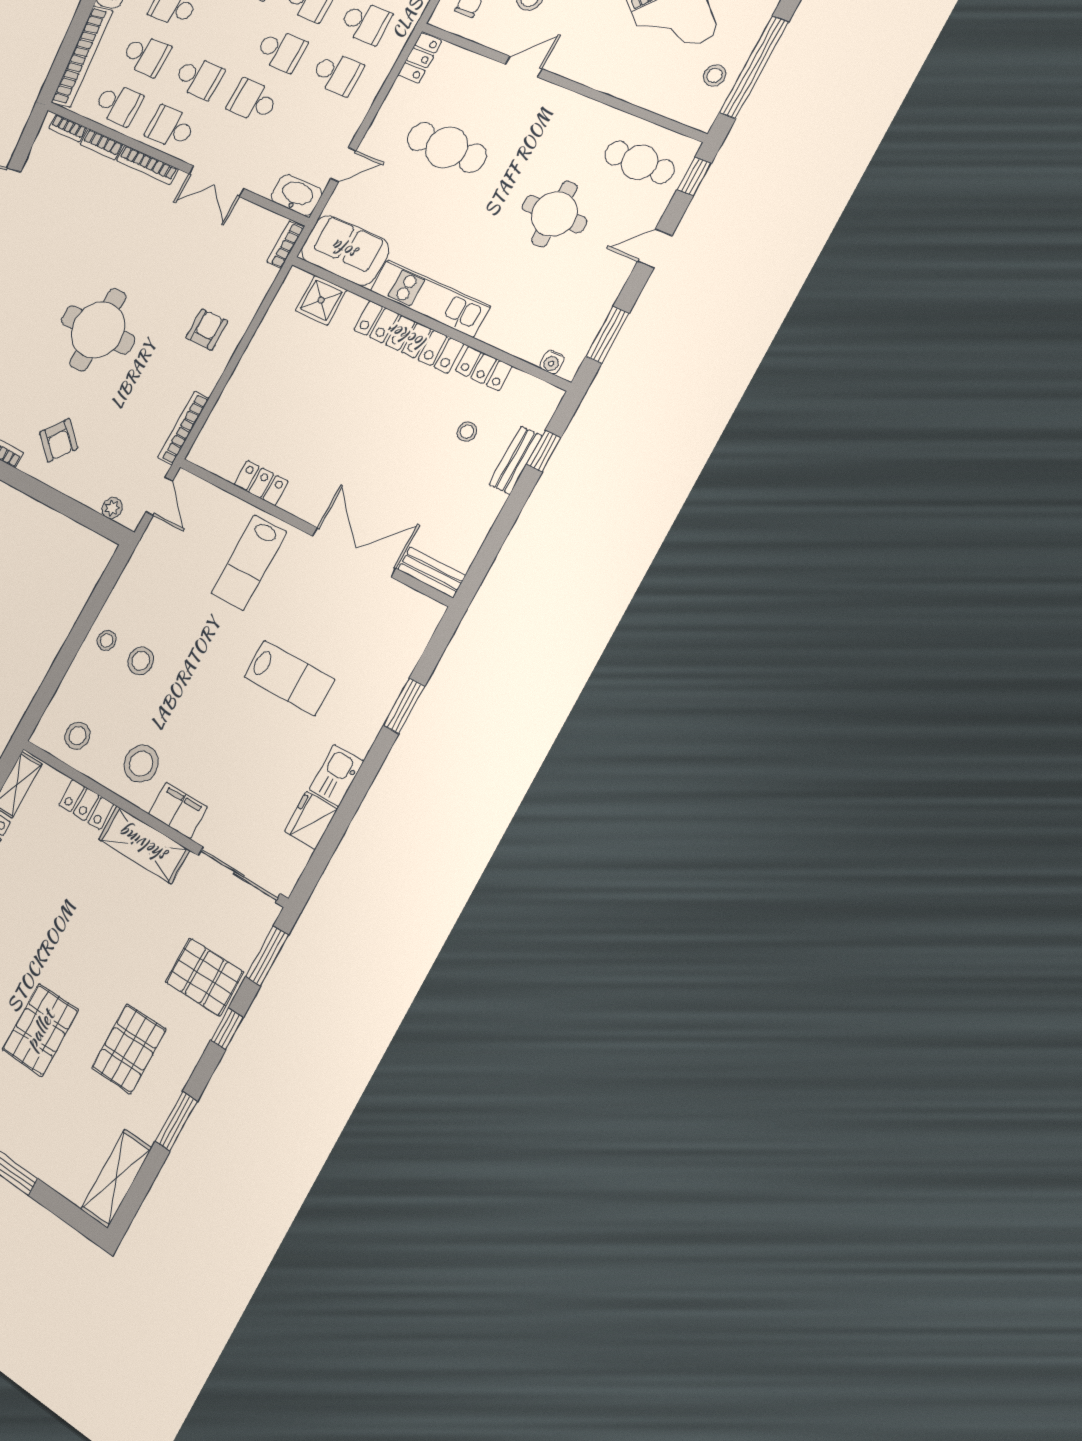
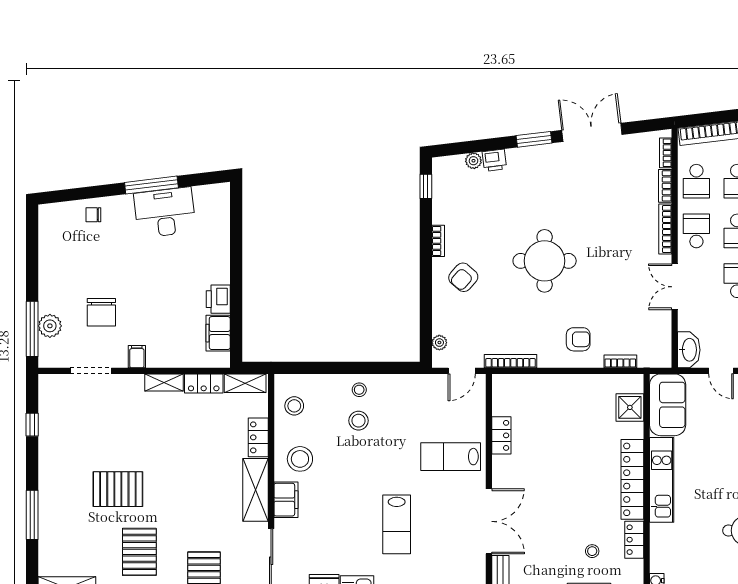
bookcase: (285, 245) -> (620, 361), moved
pallet: (129, 1049) -> (139, 552), turned 90

